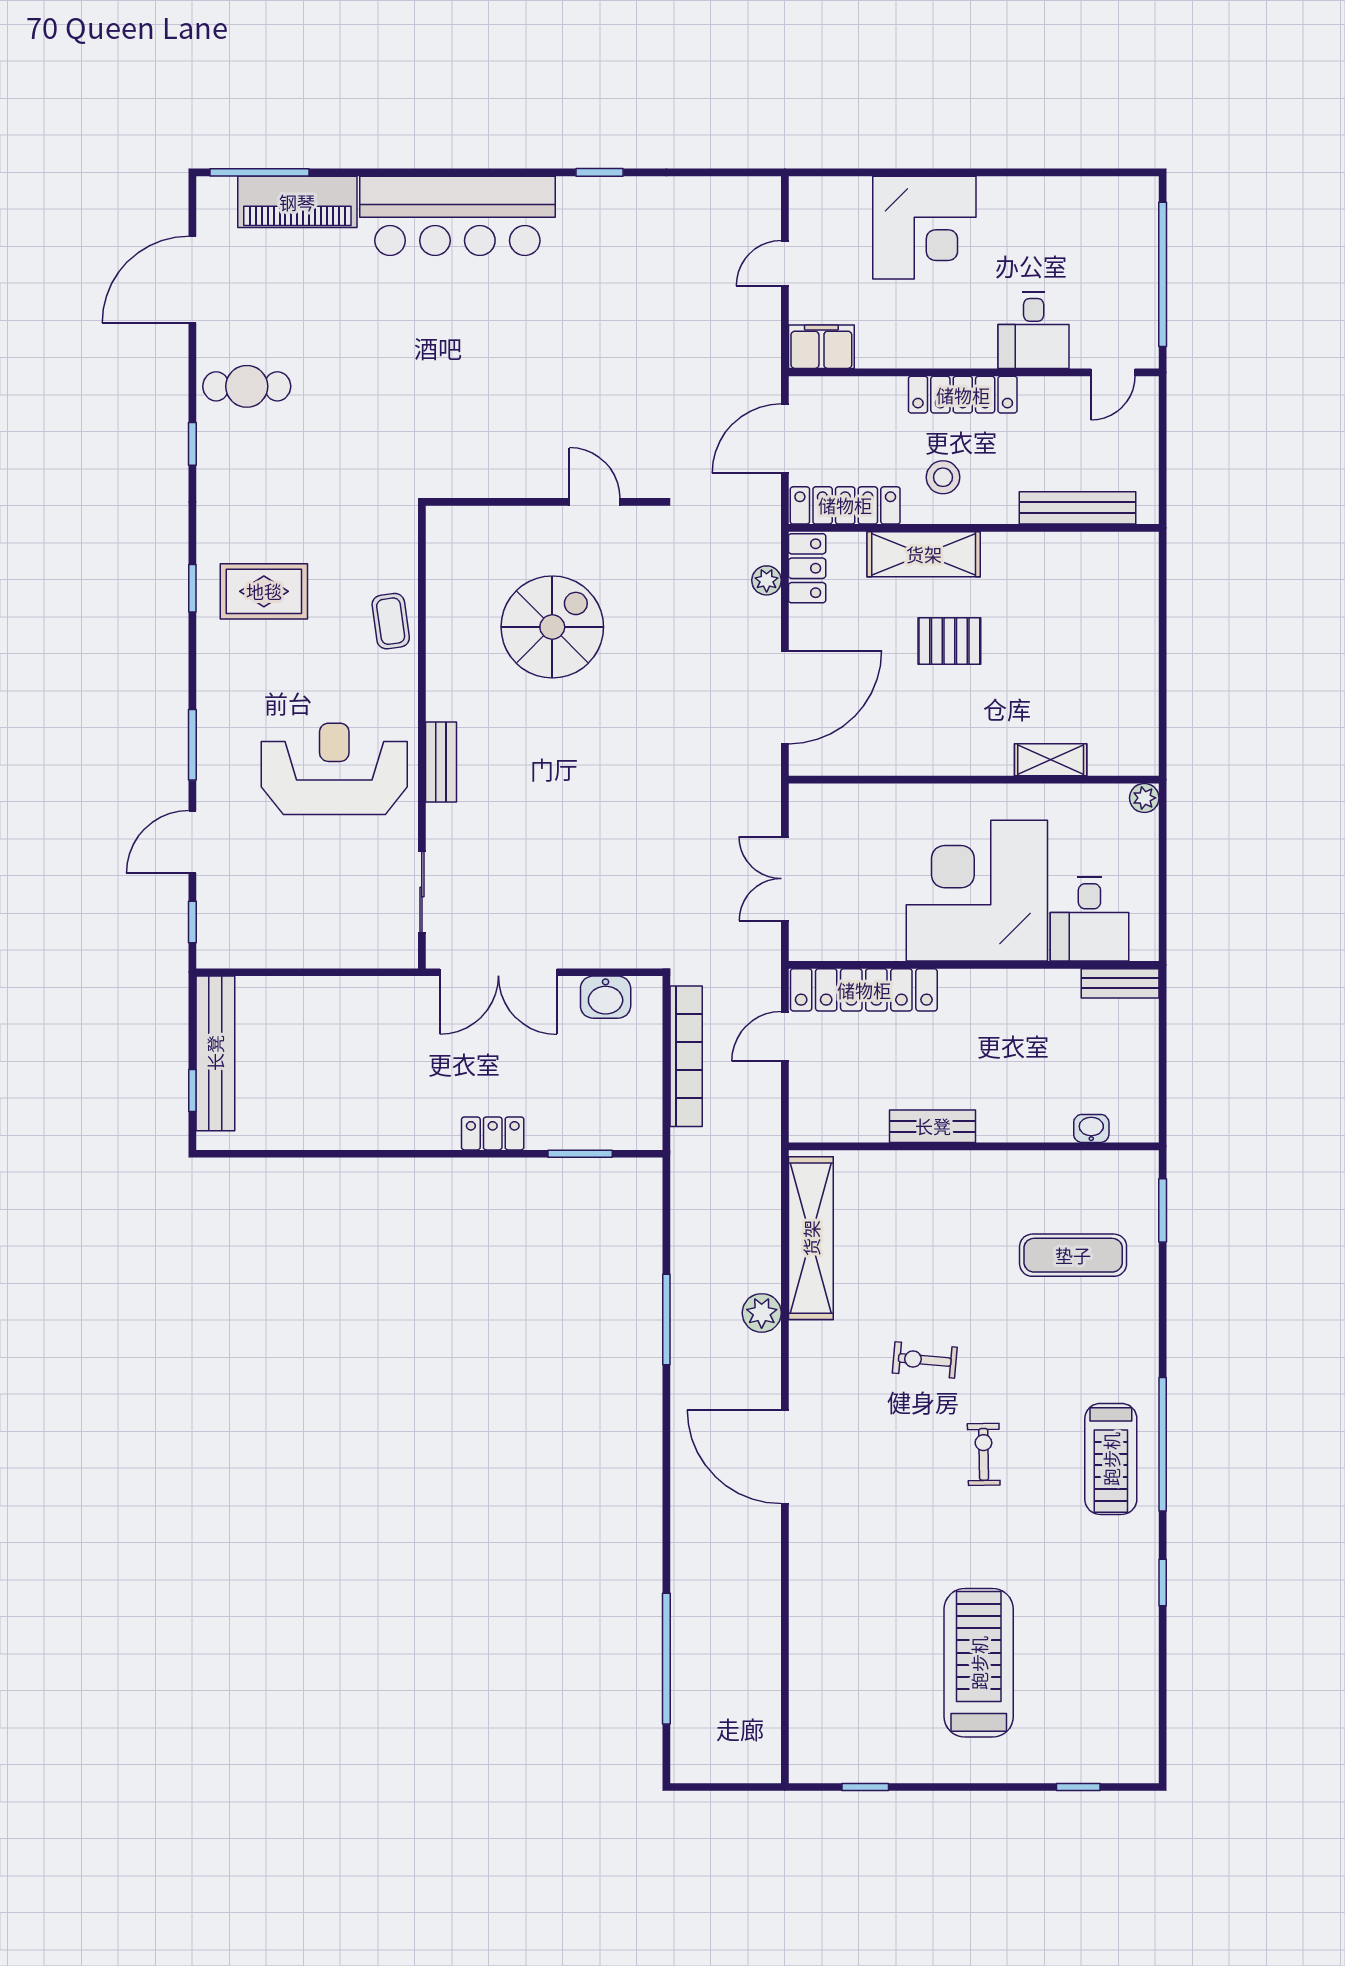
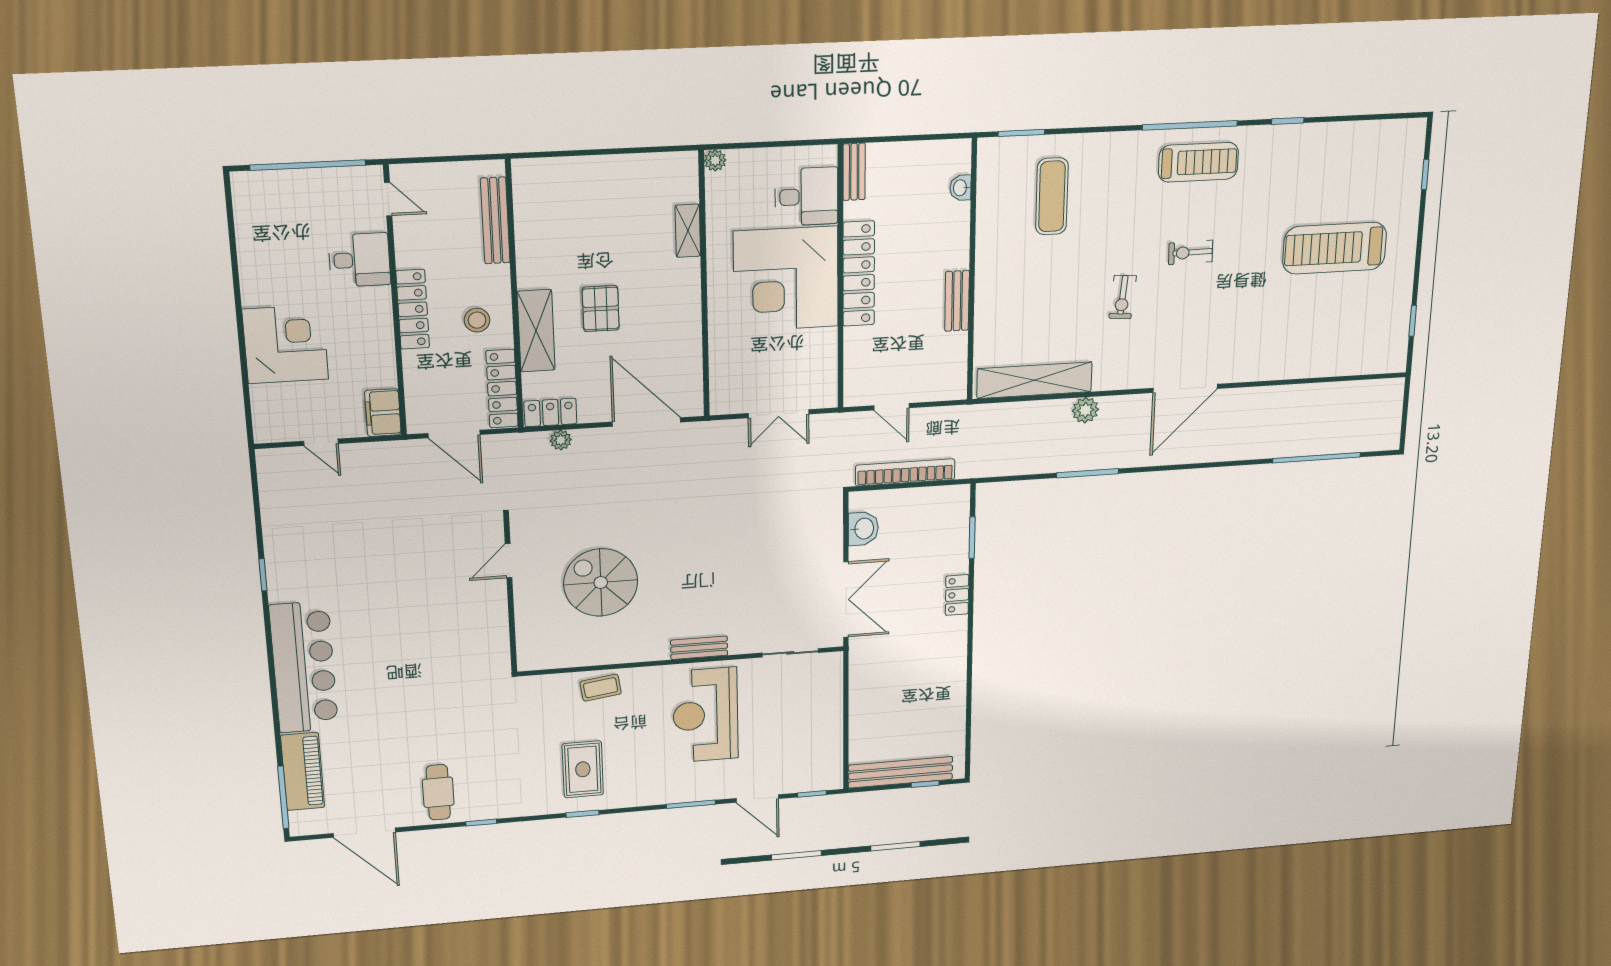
locker: (864, 990) -> (859, 274), moved

